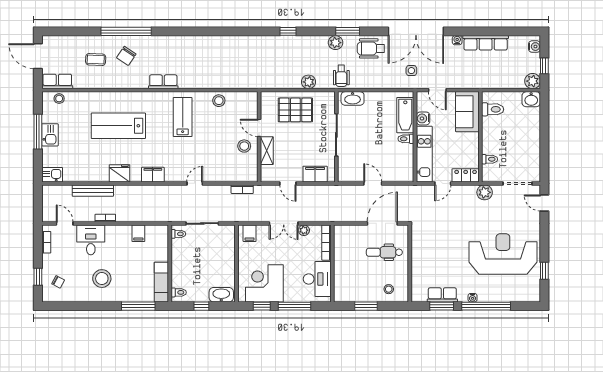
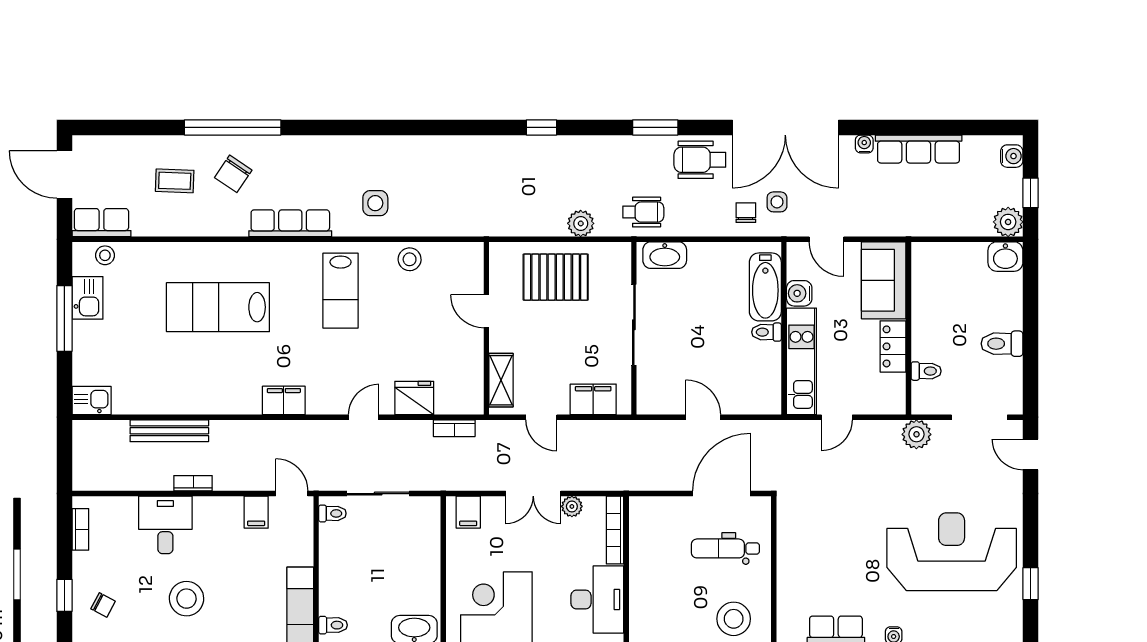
plant: (336, 43) -> (632, 149), removed
side table: (201, 71) -> (375, 203), added
wheelchair: (341, 76) -> (643, 212), turned -90
chair: (395, 76) -> (746, 213), added
row of seats: (163, 82) -> (290, 223), width x1.48
toilet: (493, 109) -> (1002, 344), moved, turned 180
lab bench: (183, 117) -> (341, 291), turned 180
kitchen sink: (50, 135) -> (87, 298), moved
stool: (244, 146) -> (458, 346), removed
shelving: (267, 151) -> (501, 380), moved
fridge: (120, 173) -> (414, 398), moved
locker: (466, 175) -> (893, 346), moved, turned -90
door: (65, 223) -> (292, 494), moved
stool: (389, 289) -> (734, 619), width x1.89, depth x1.89

